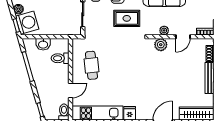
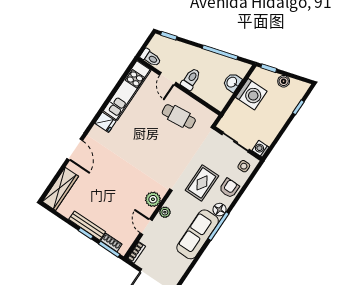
washing machine: (27, 23) -> (251, 94), moved, turned -74
toilet: (60, 58) -> (191, 79), moved

